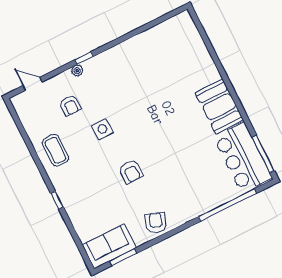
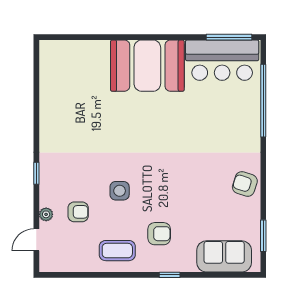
plant: (77, 71) -> (46, 214), moved
booth: (219, 107) -> (147, 66), width x1.36, depth x1.42
armchair: (131, 172) -> (159, 234), moved
sofa: (109, 246) -> (224, 256), moved, turned 90

